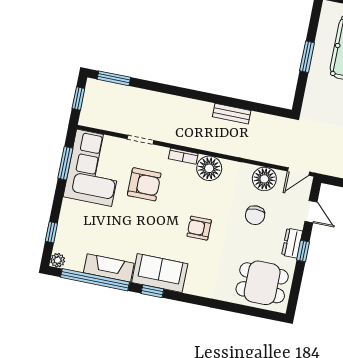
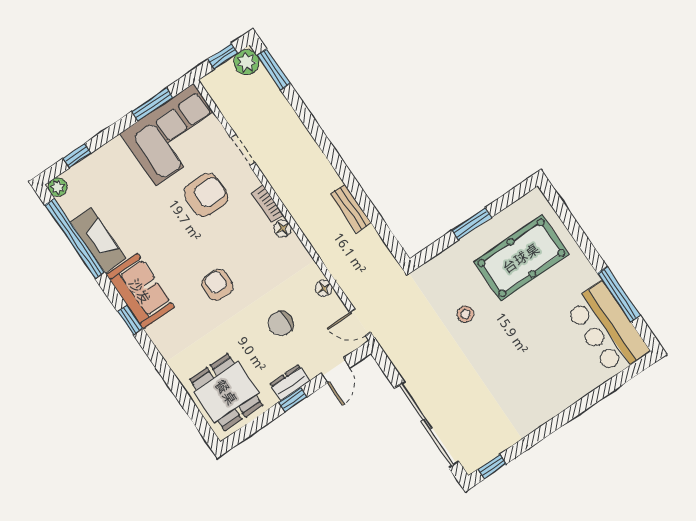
plant: (95, 89) -> (246, 62), added
floor lamp: (209, 168) -> (283, 228), width x0.53, depth x0.53
floor lamp: (264, 179) -> (324, 288), width x0.53, depth x0.53
armchair: (144, 184) -> (206, 195), turned -90
window: (152, 291) -> (130, 320), moved

